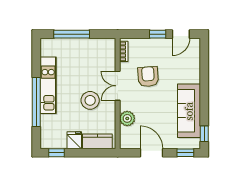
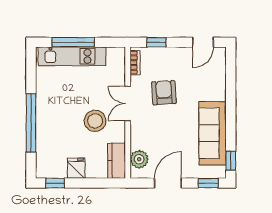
window: (158, 34) -> (156, 42), moved
kitchen unit: (48, 85) -> (72, 56), moved, turned 90
plant: (127, 118) -> (139, 159), moved
kitchen counter: (97, 141) -> (117, 161), moved, turned -90
door: (151, 153) -> (168, 183), hinge flipped

